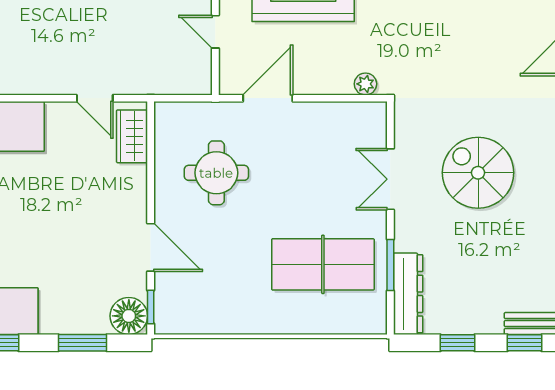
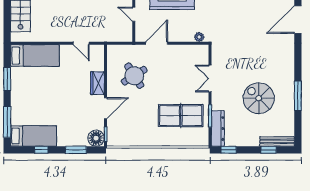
wardrobe: (132, 136) -> (97, 83), moved
round table: (216, 173) -> (134, 76), turned -32
spiral stairs: (478, 173) -> (259, 98), moved
door: (151, 247) -> (106, 108), hinge flipped
window: (457, 343) -> (229, 150), moved

